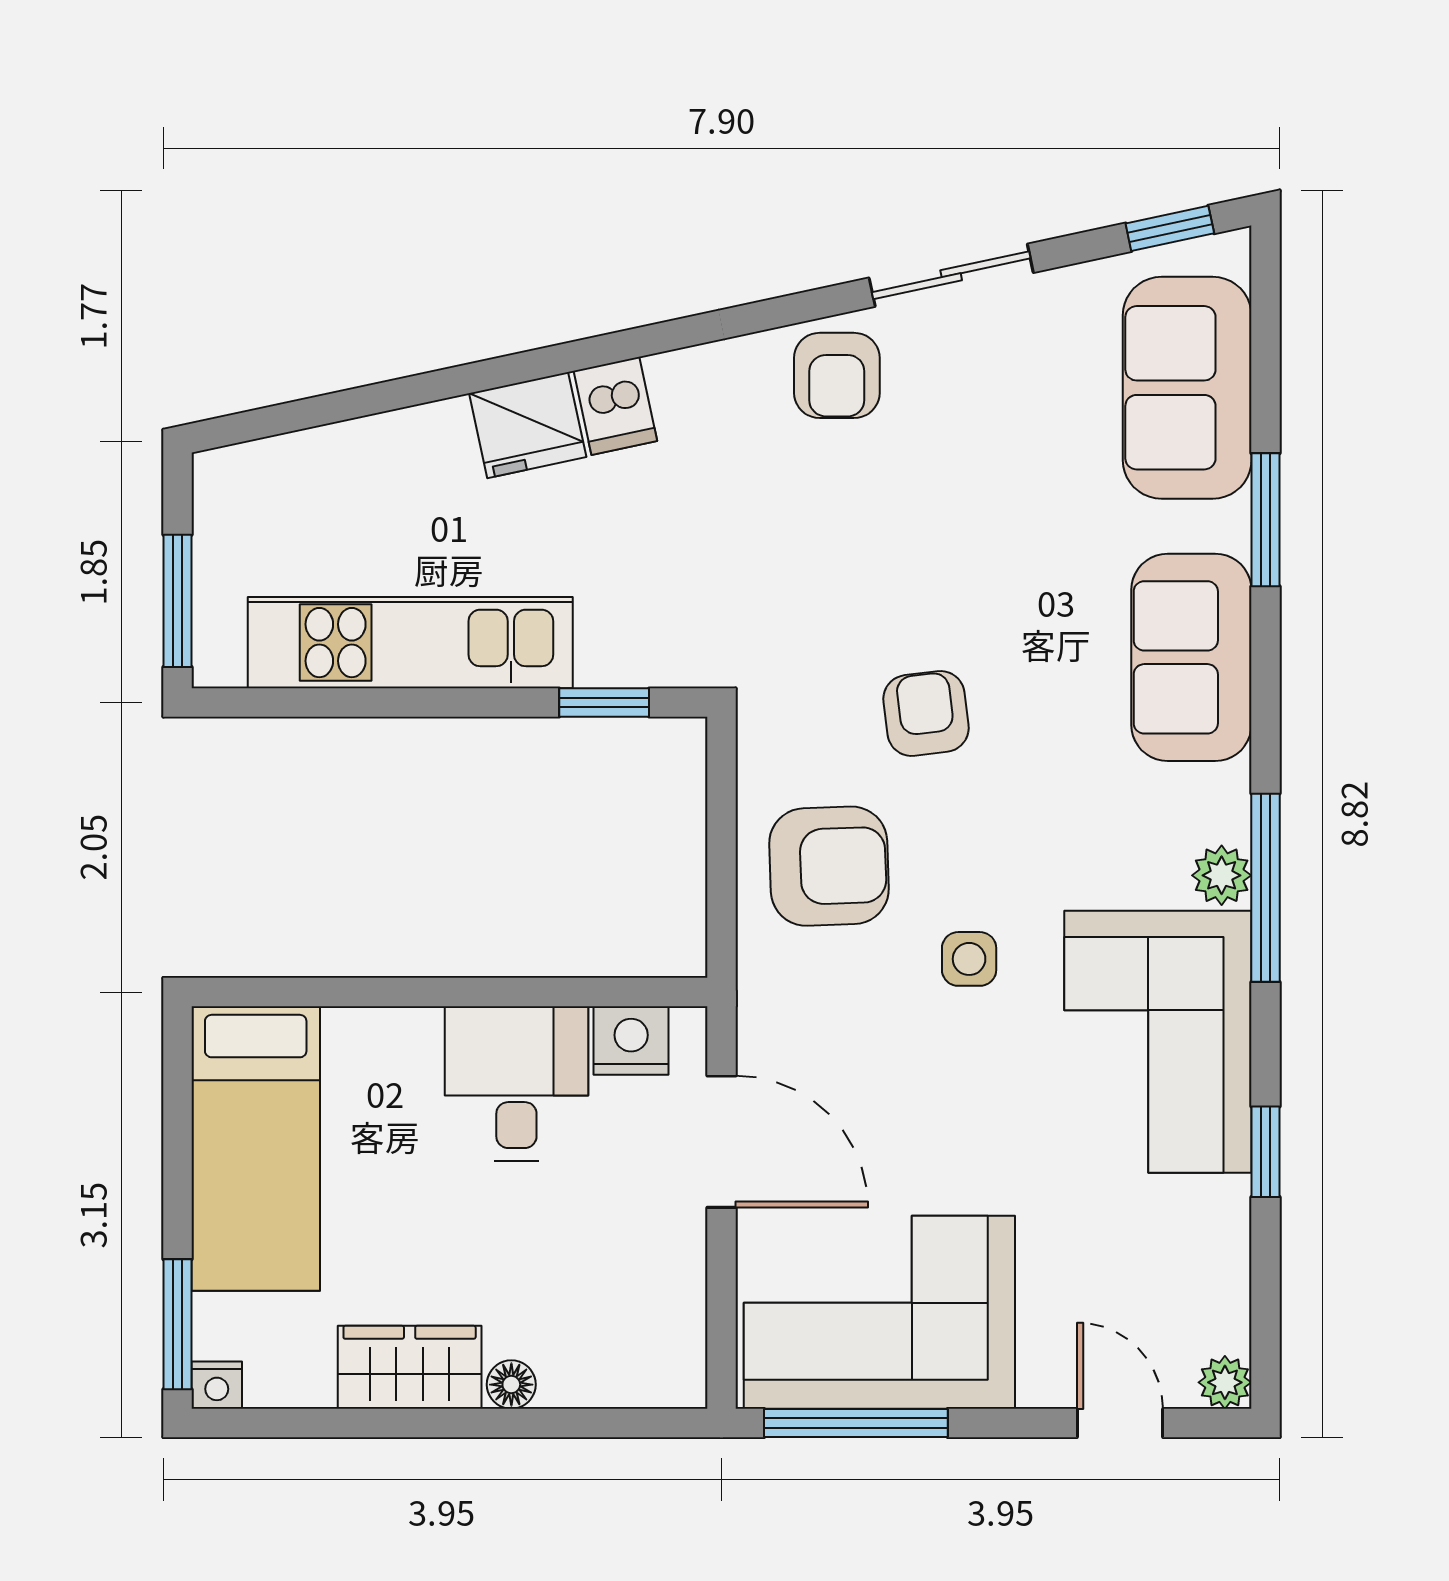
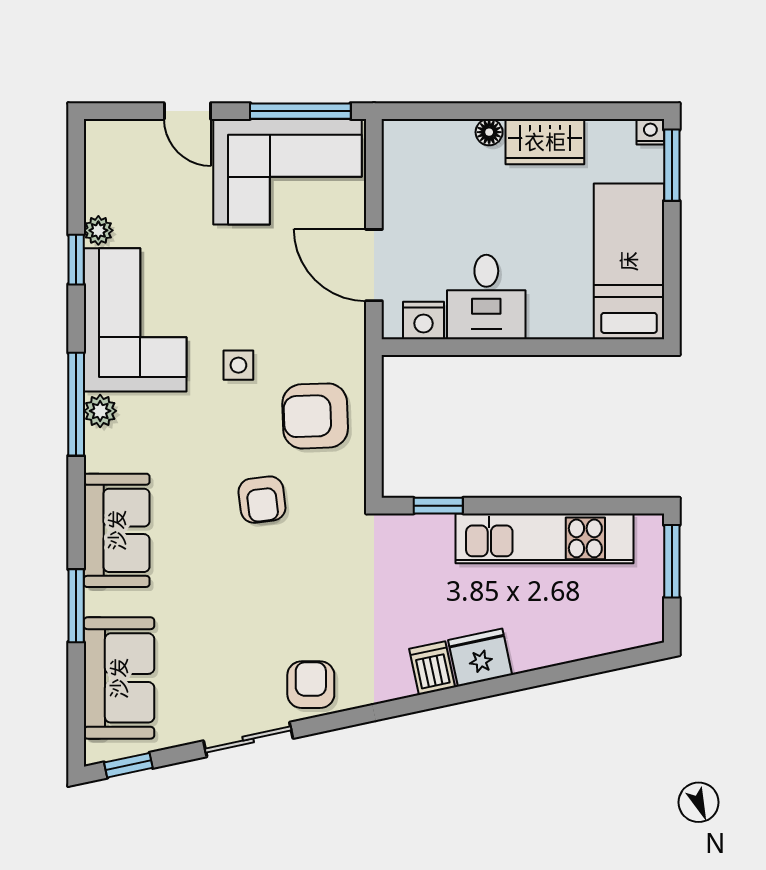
plant: (1225, 1382) -> (98, 230), moved
door: (1120, 1423) -> (187, 111), moved

